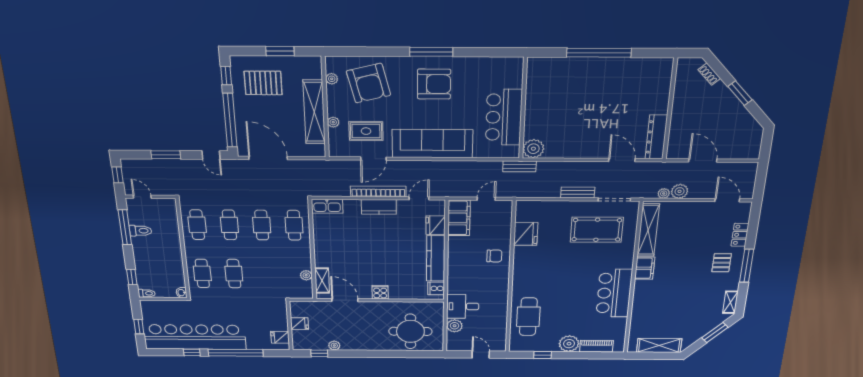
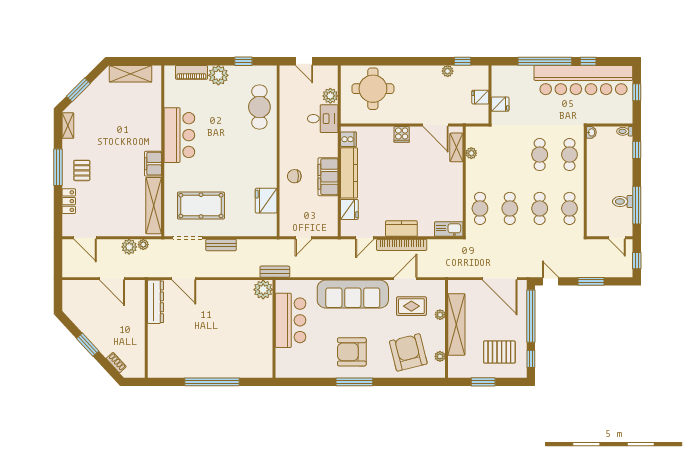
filing cabinet: (459, 218) -> (328, 177), moved
fridge: (280, 337) -> (500, 104), moved

